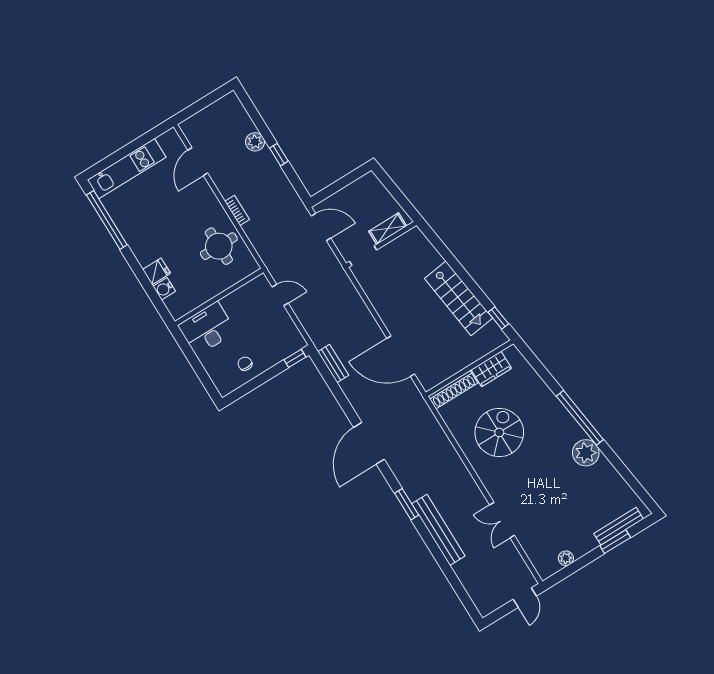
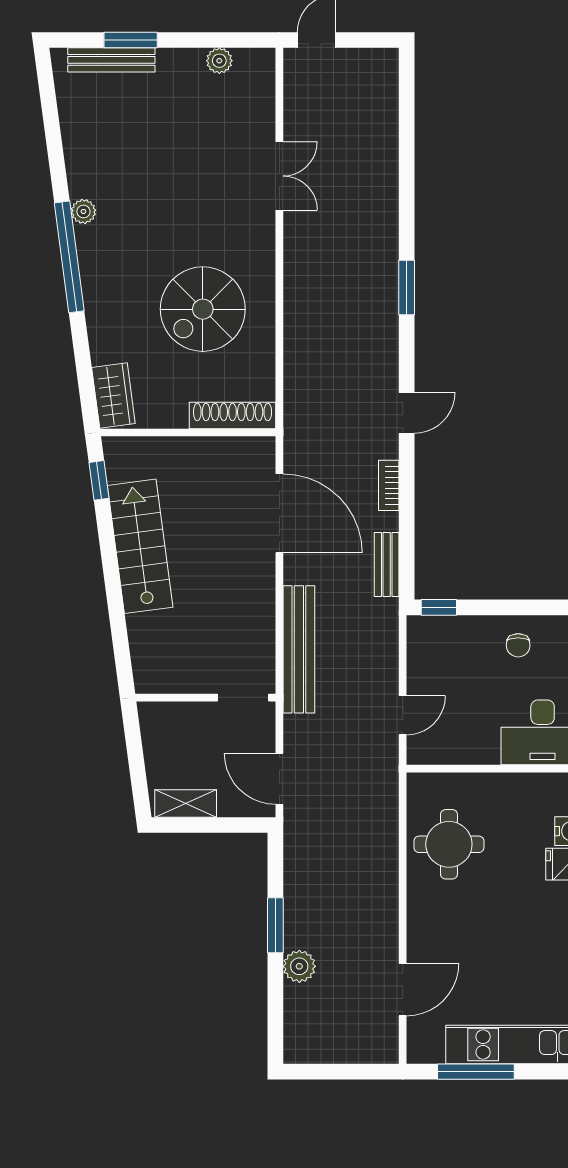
window: (137, 144) -> (476, 1072), added
window: (279, 155) -> (275, 925), width x1.50
bookcase: (237, 210) -> (389, 485), moved
shelving: (388, 229) -> (186, 803), moved
door: (280, 295) -> (403, 715), swing flipped
wardrobe: (491, 369) -> (113, 395), moved, turned 82
door: (369, 443) -> (407, 413), width x0.53
plant: (586, 453) -> (83, 211), width x0.53, depth x0.53
bench: (438, 530) -> (299, 649), moved

